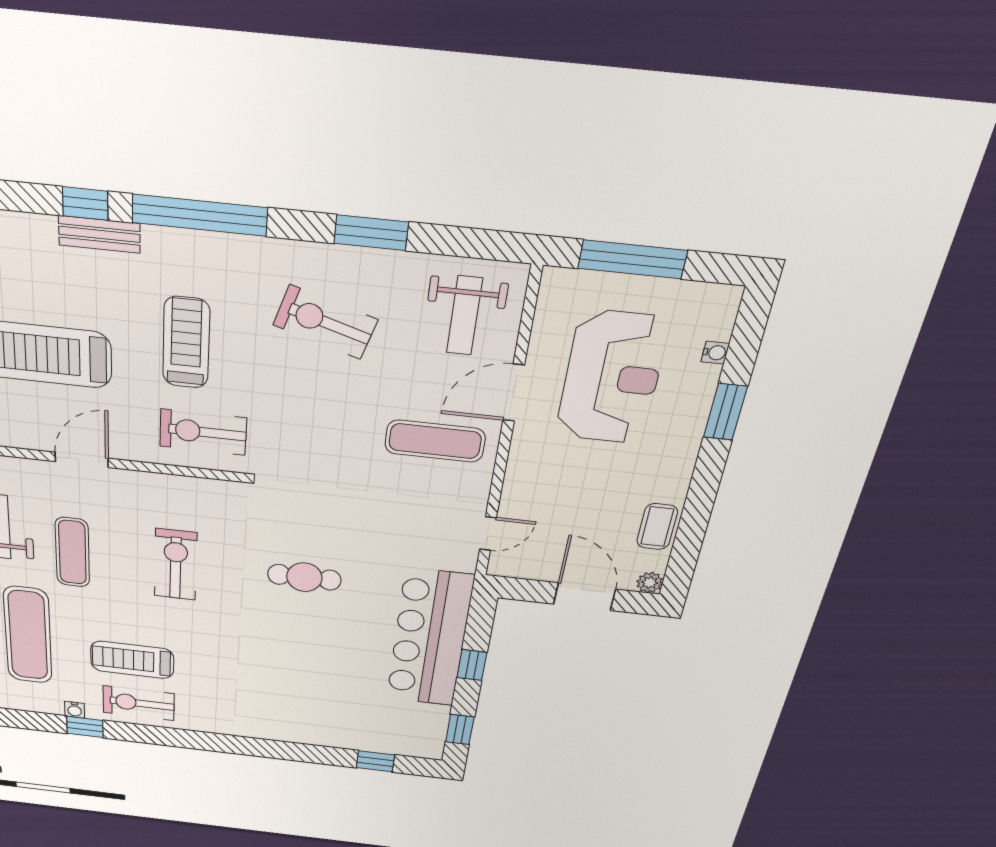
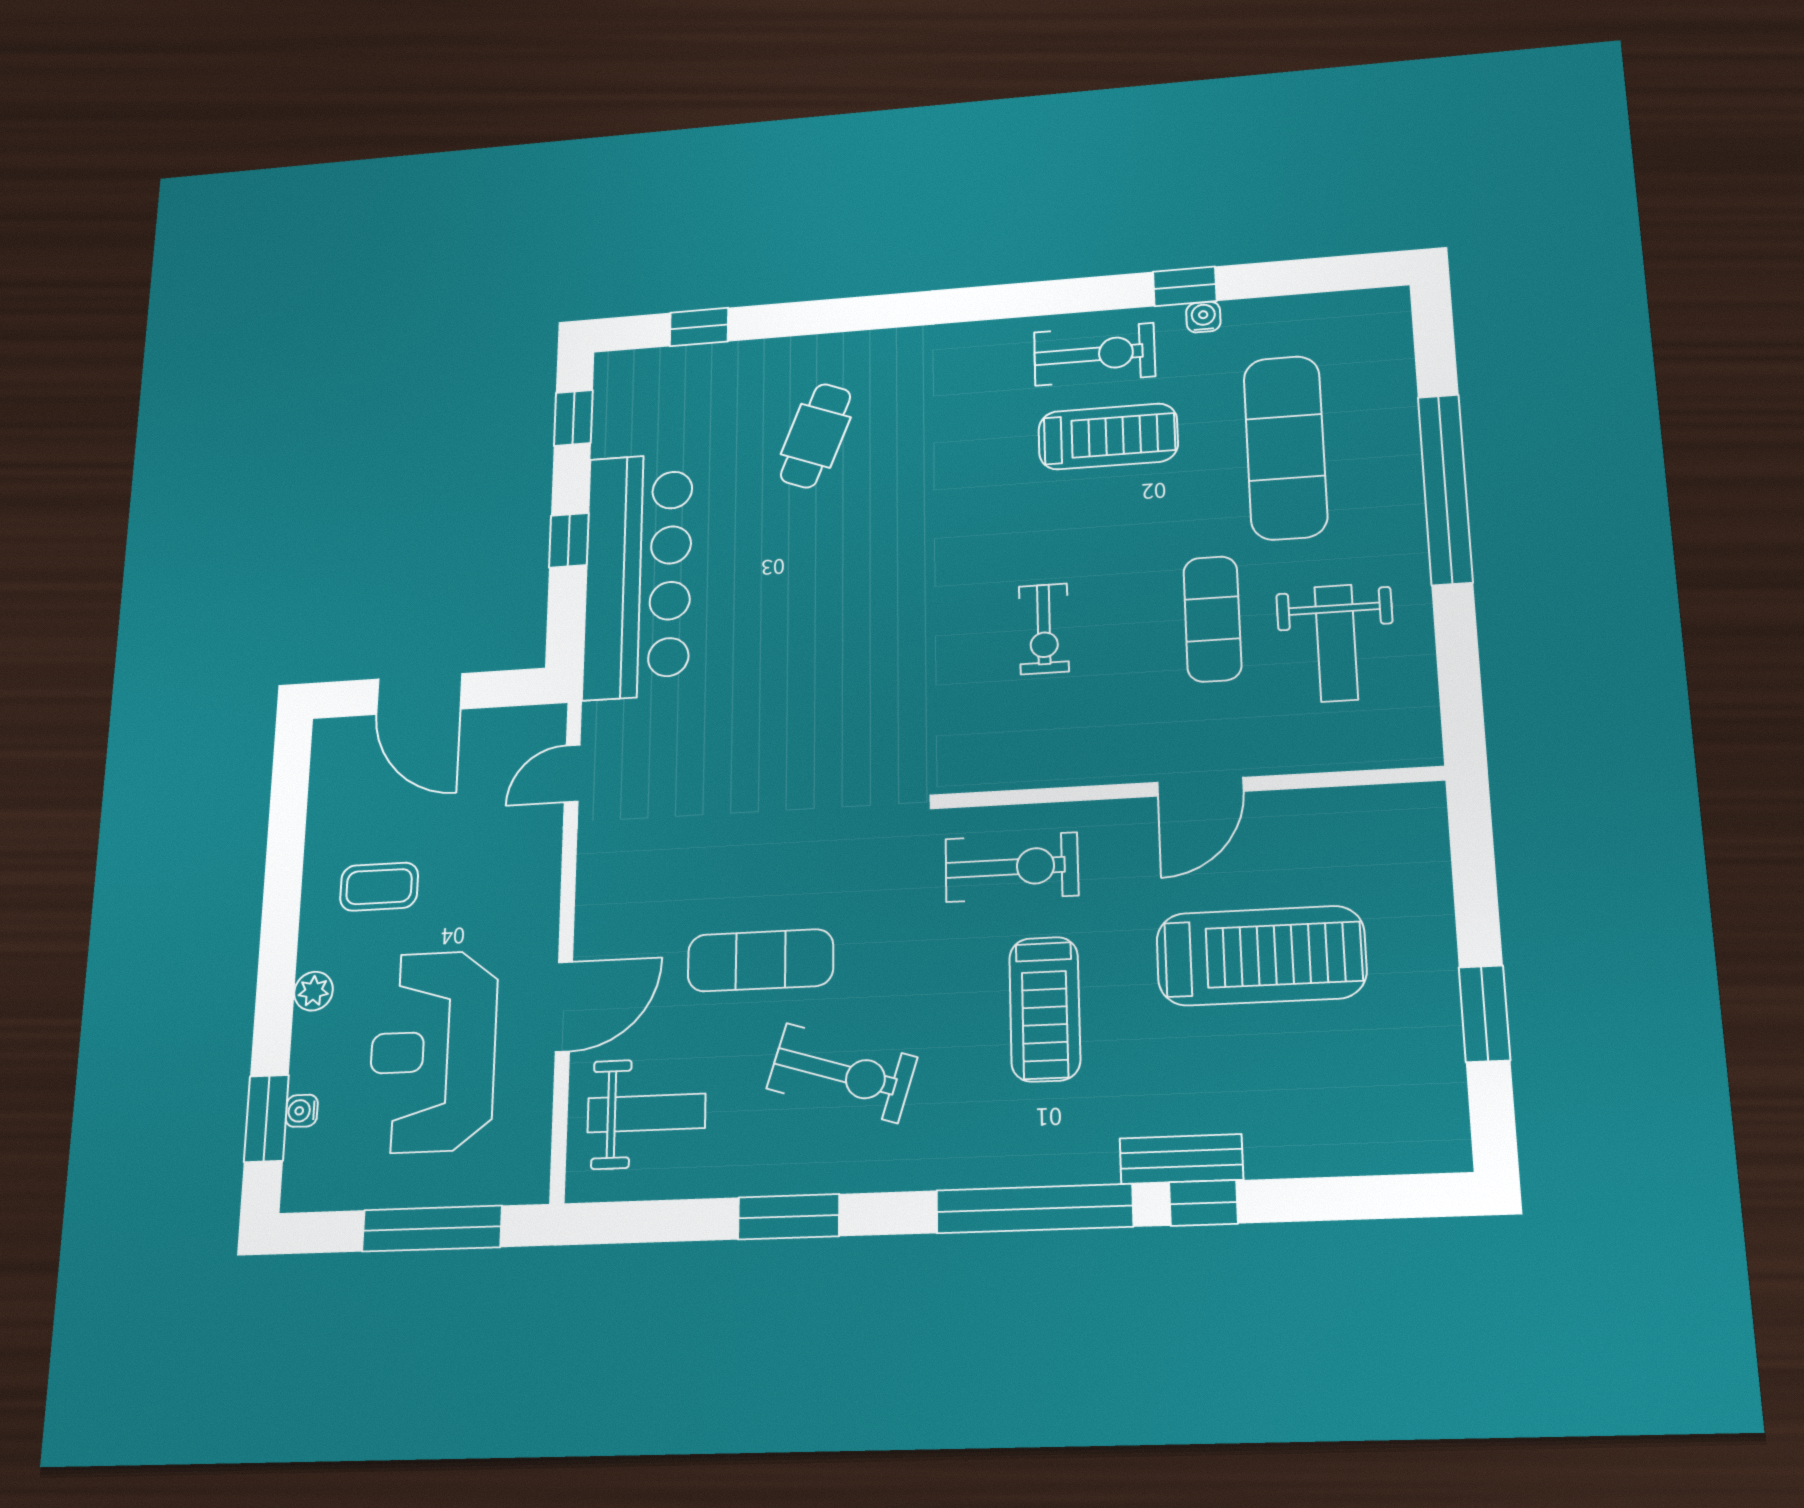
weight bench: (464, 316) -> (646, 1113), turned 90
window: (725, 412) -> (266, 1118), moved
exercise mat: (435, 441) -> (760, 960), moved
coffee table: (657, 527) -> (379, 887), moved, turned 90
exercise bike: (176, 565) -> (1044, 629), width x0.73, depth x0.72
cafe table: (304, 577) -> (816, 436), moved, turned -69
plant: (650, 583) -> (314, 991), moved

